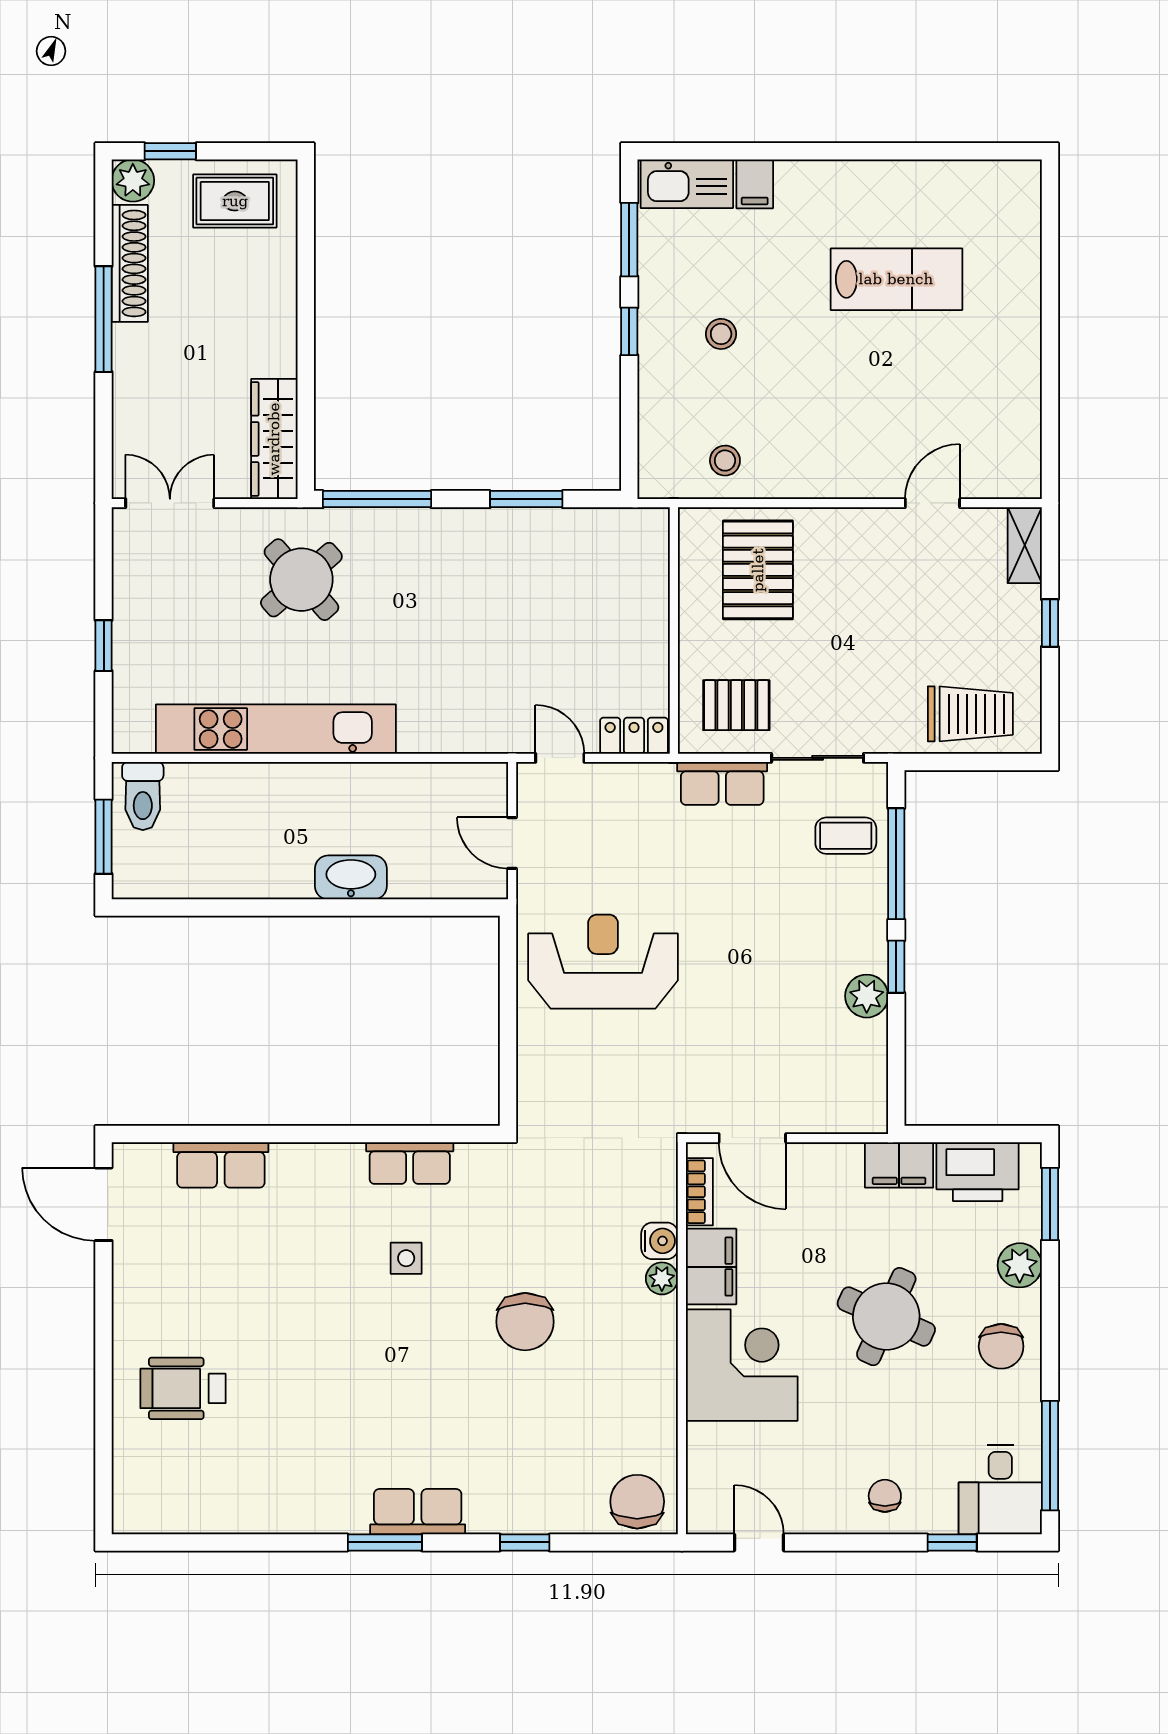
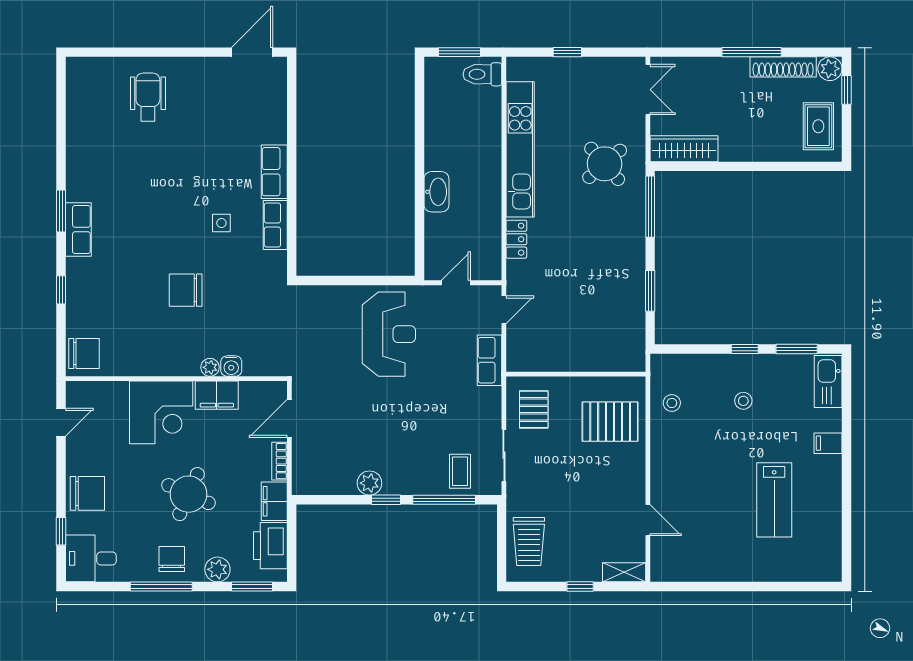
filing cabinet: (755, 184) -> (828, 443), moved
locker: (634, 736) -> (516, 239), moved
row of seats: (722, 783) -> (490, 360), moved
row of seats: (221, 1165) -> (274, 172), moved
bookcase: (699, 1192) -> (279, 461), moved, turned 90
chair: (1001, 1346) -> (172, 559), turned 90
window: (1050, 1456) -> (161, 586), moved
chair: (885, 1496) -> (87, 493), width x1.87, depth x1.87

